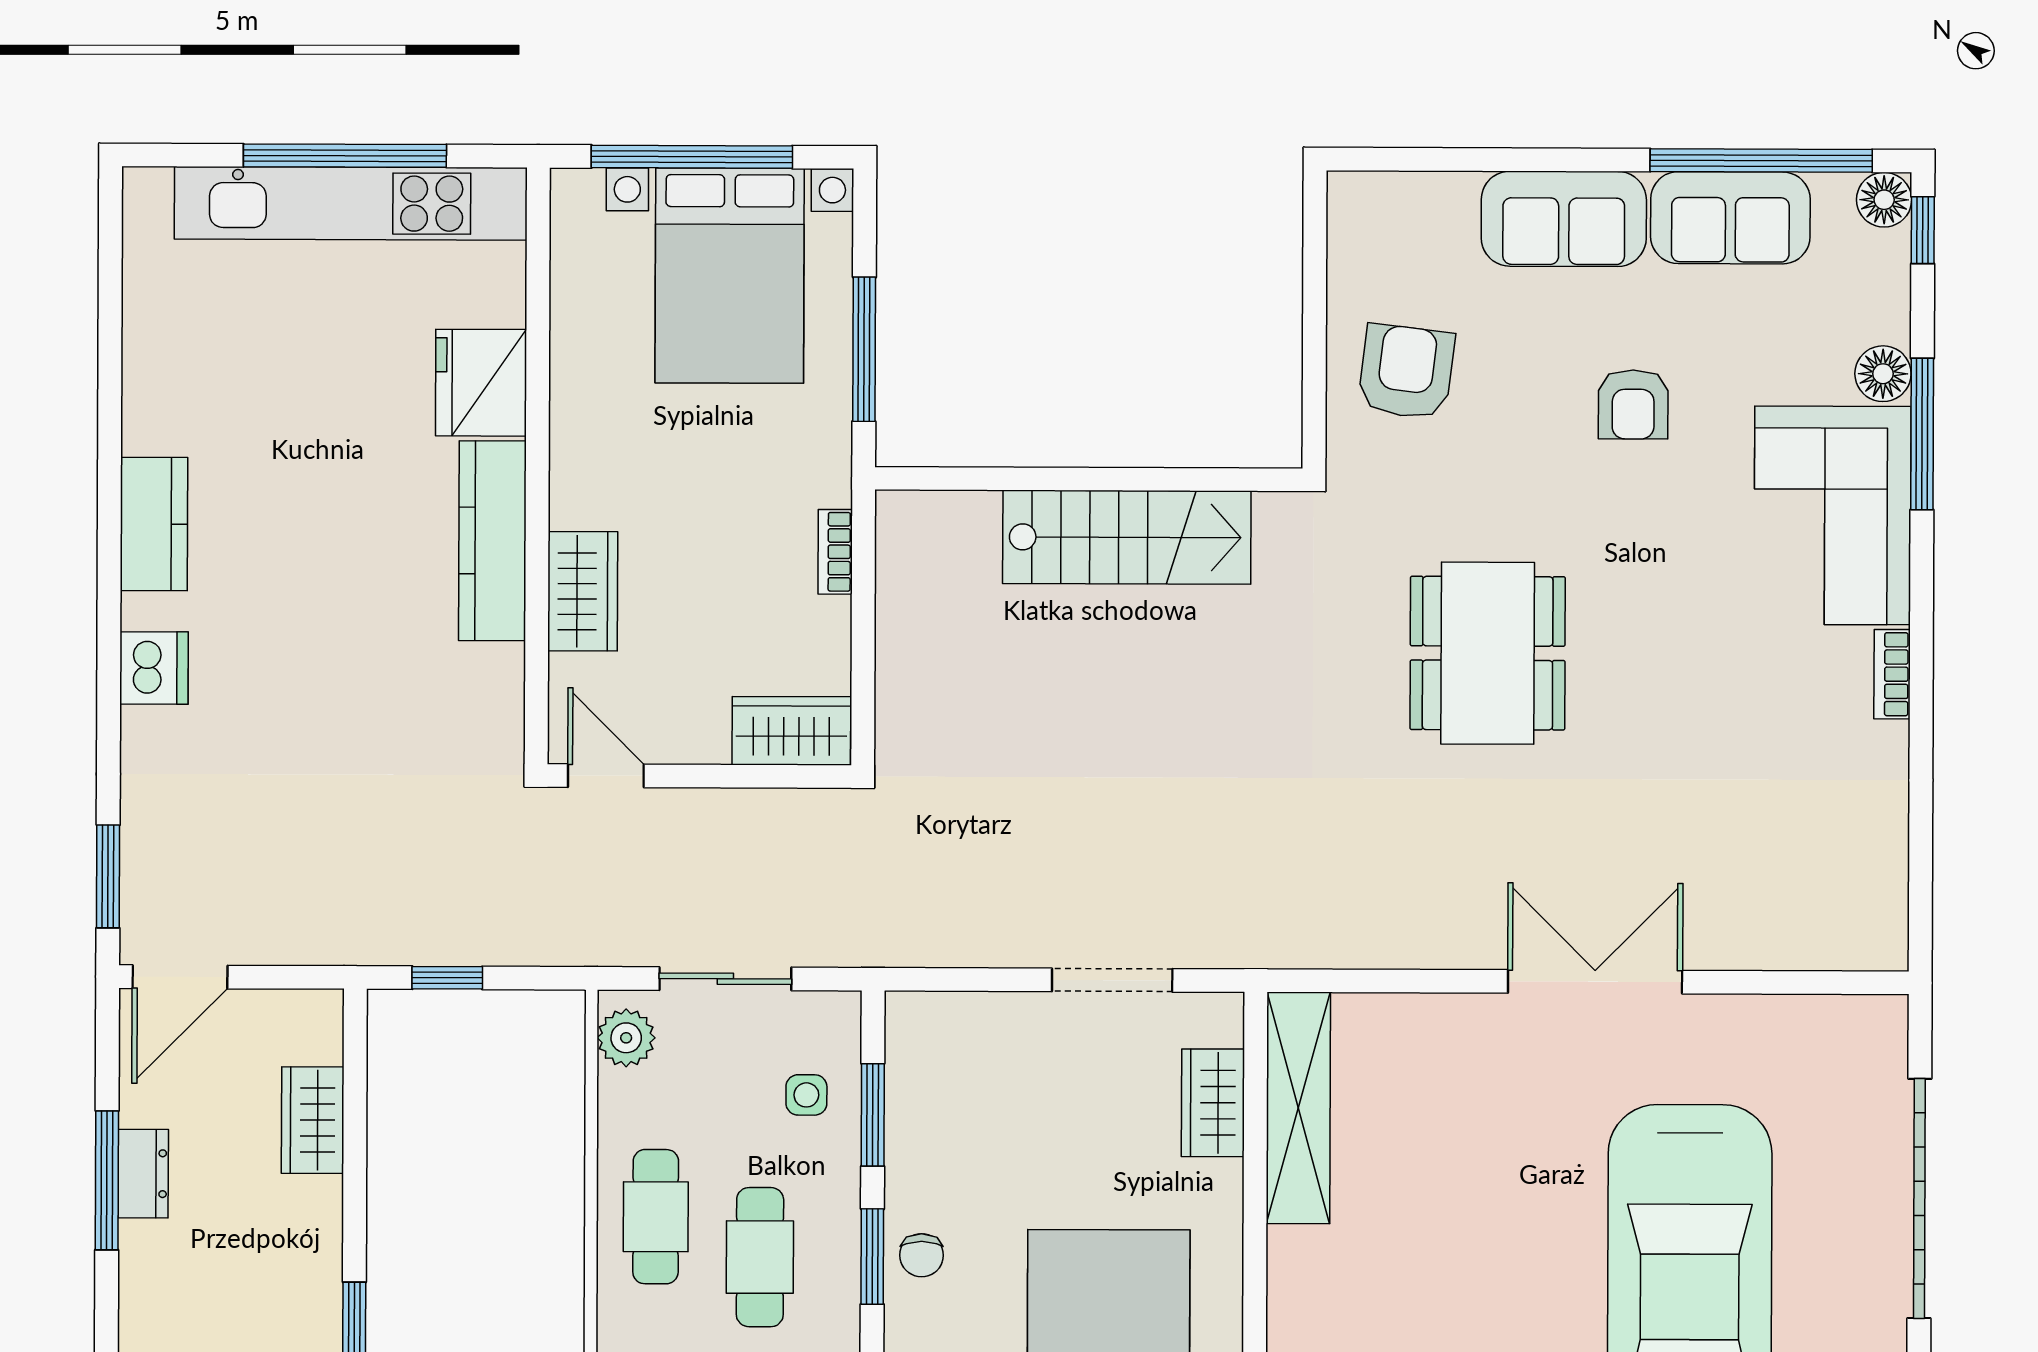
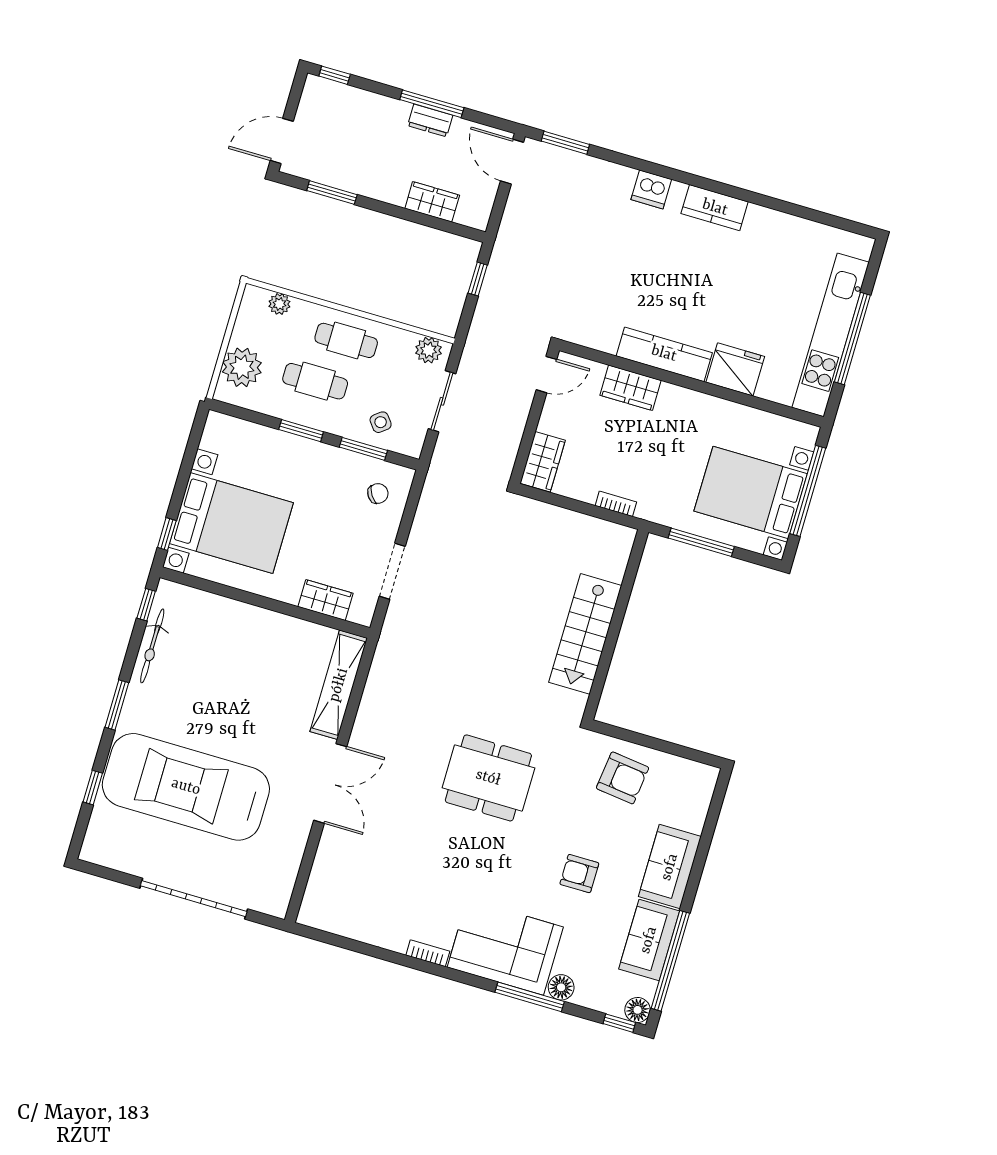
side table: (806, 1095) -> (381, 422), turned -38
shelving: (1298, 1108) -> (339, 685), moved, turned 90
chair: (922, 1255) -> (378, 493), moved, turned 147

